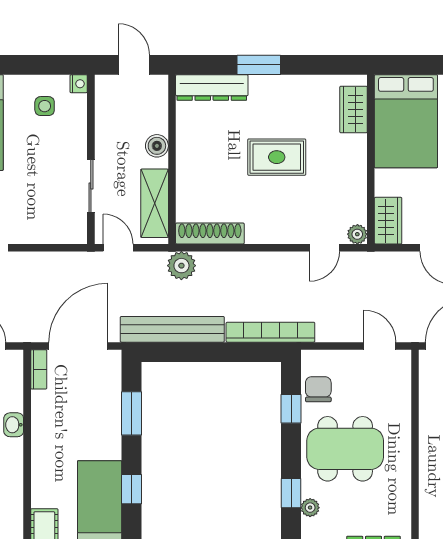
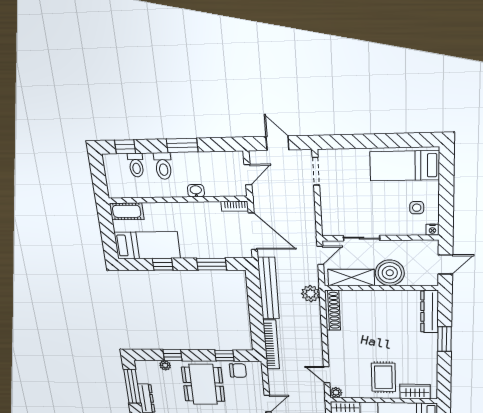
boiler: (157, 146) -> (390, 273), width x1.86, depth x1.86
rug: (277, 157) -> (383, 377), moved

